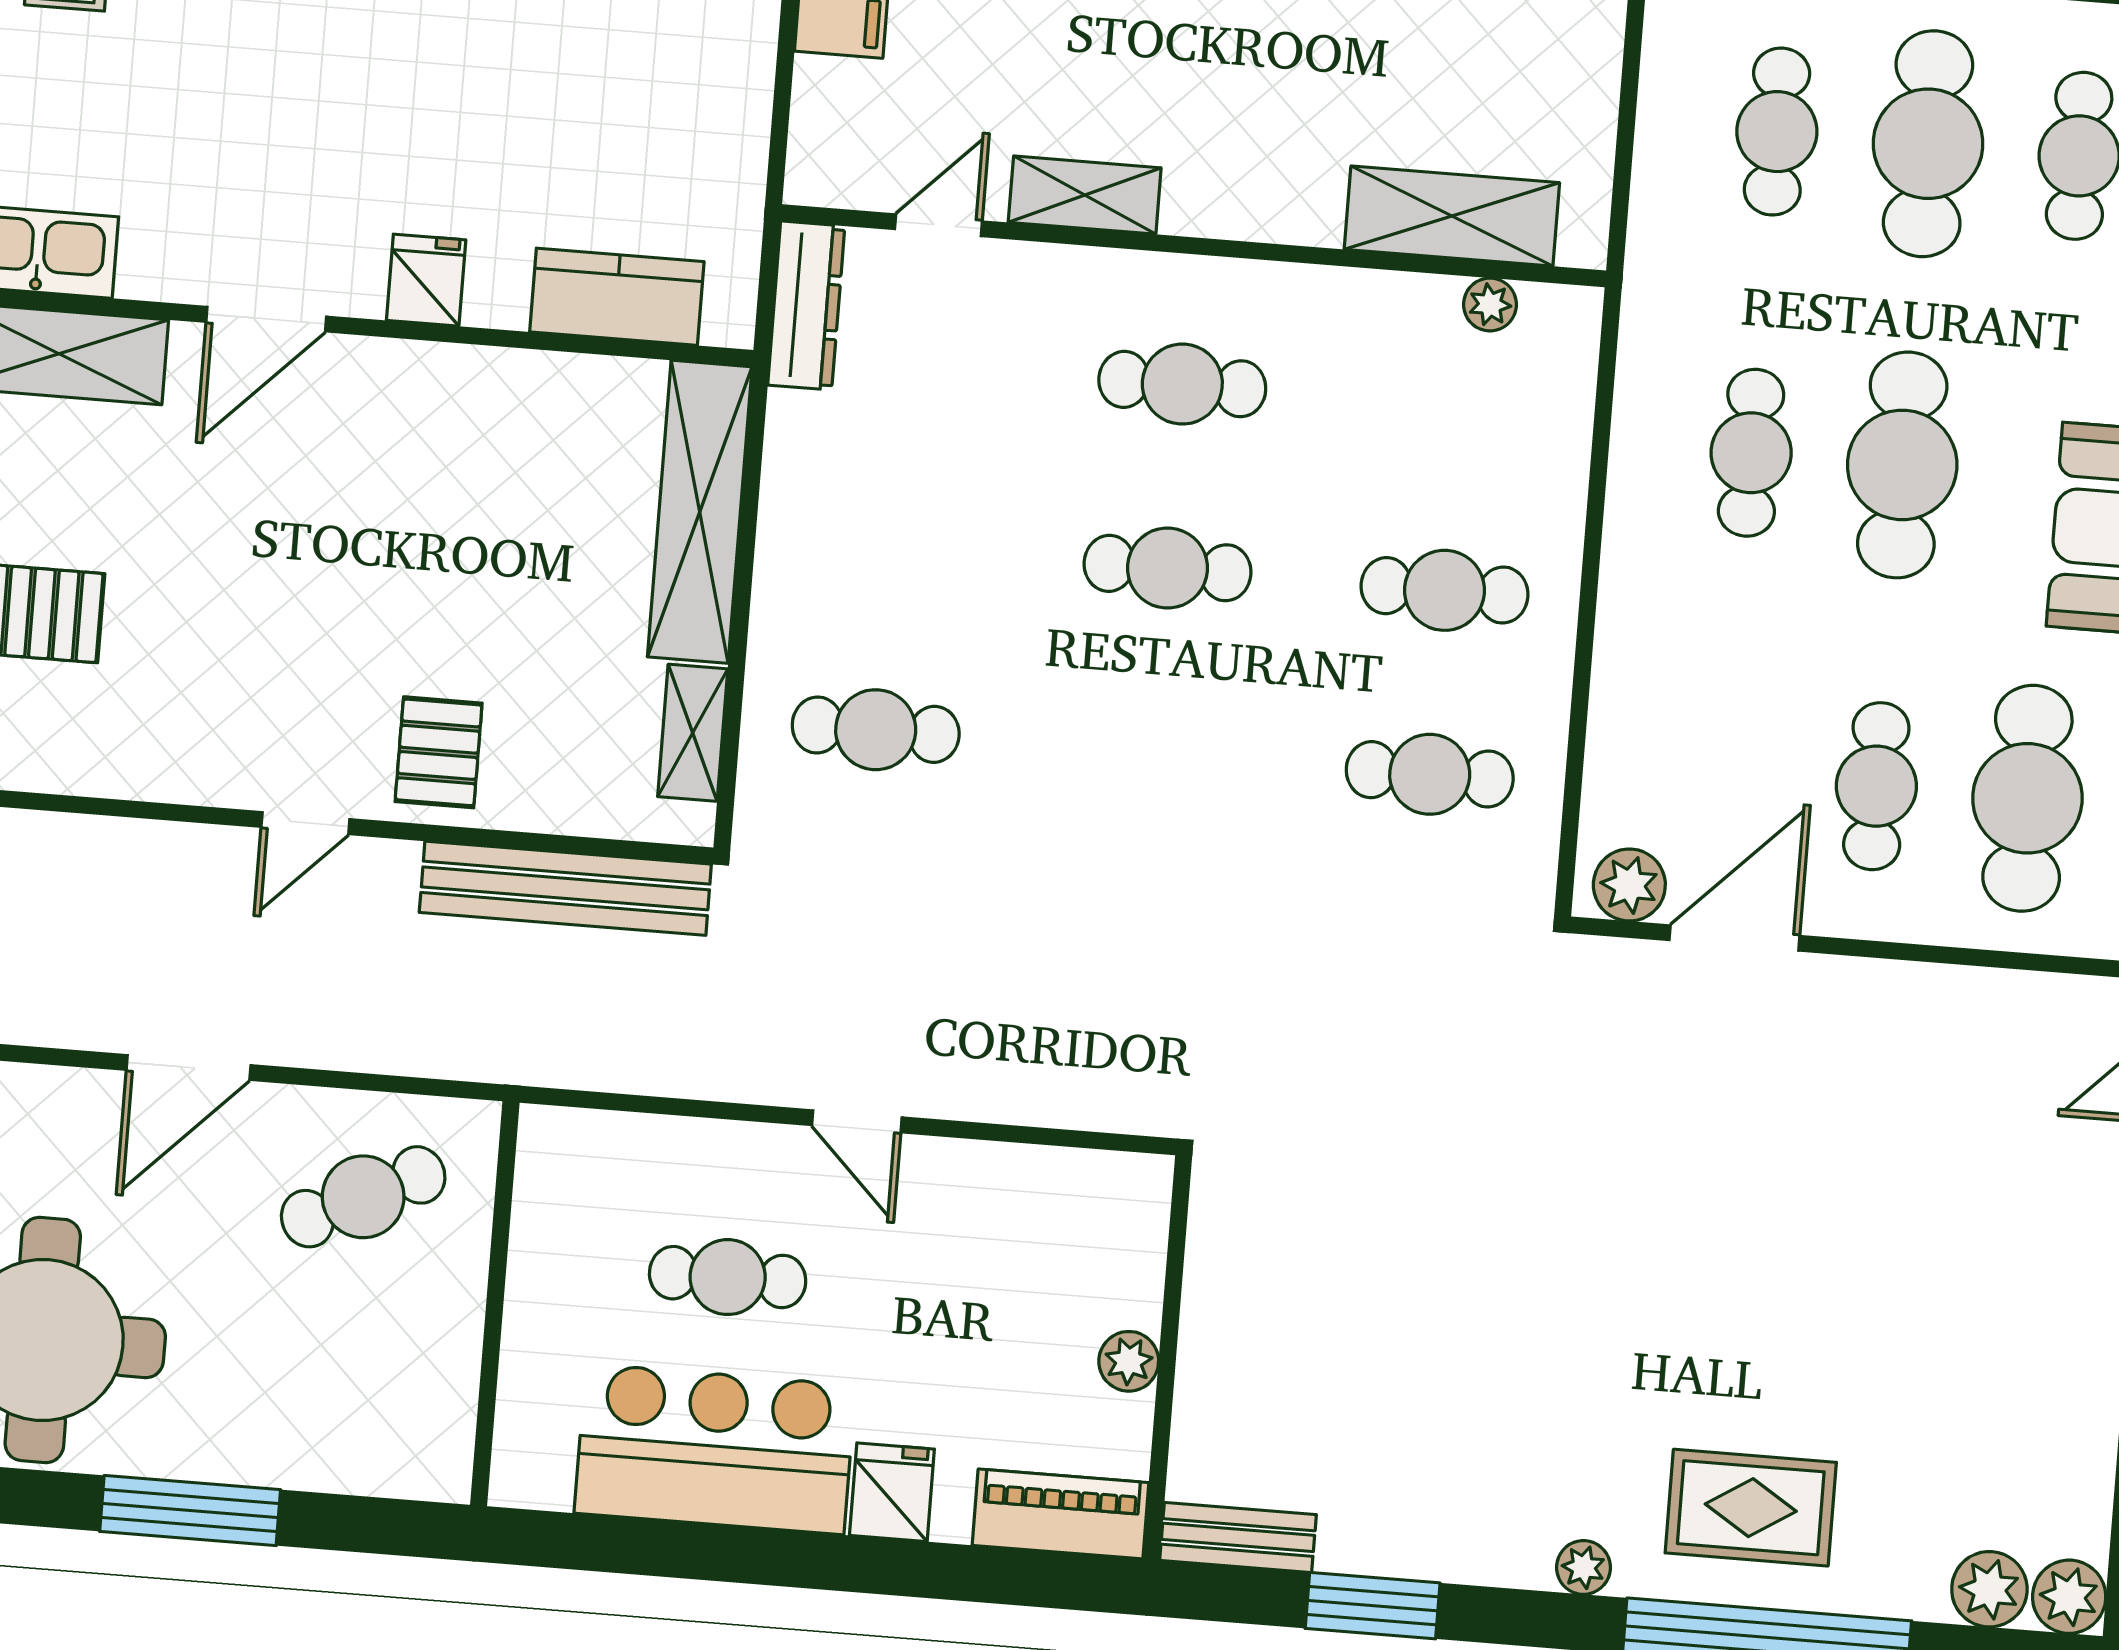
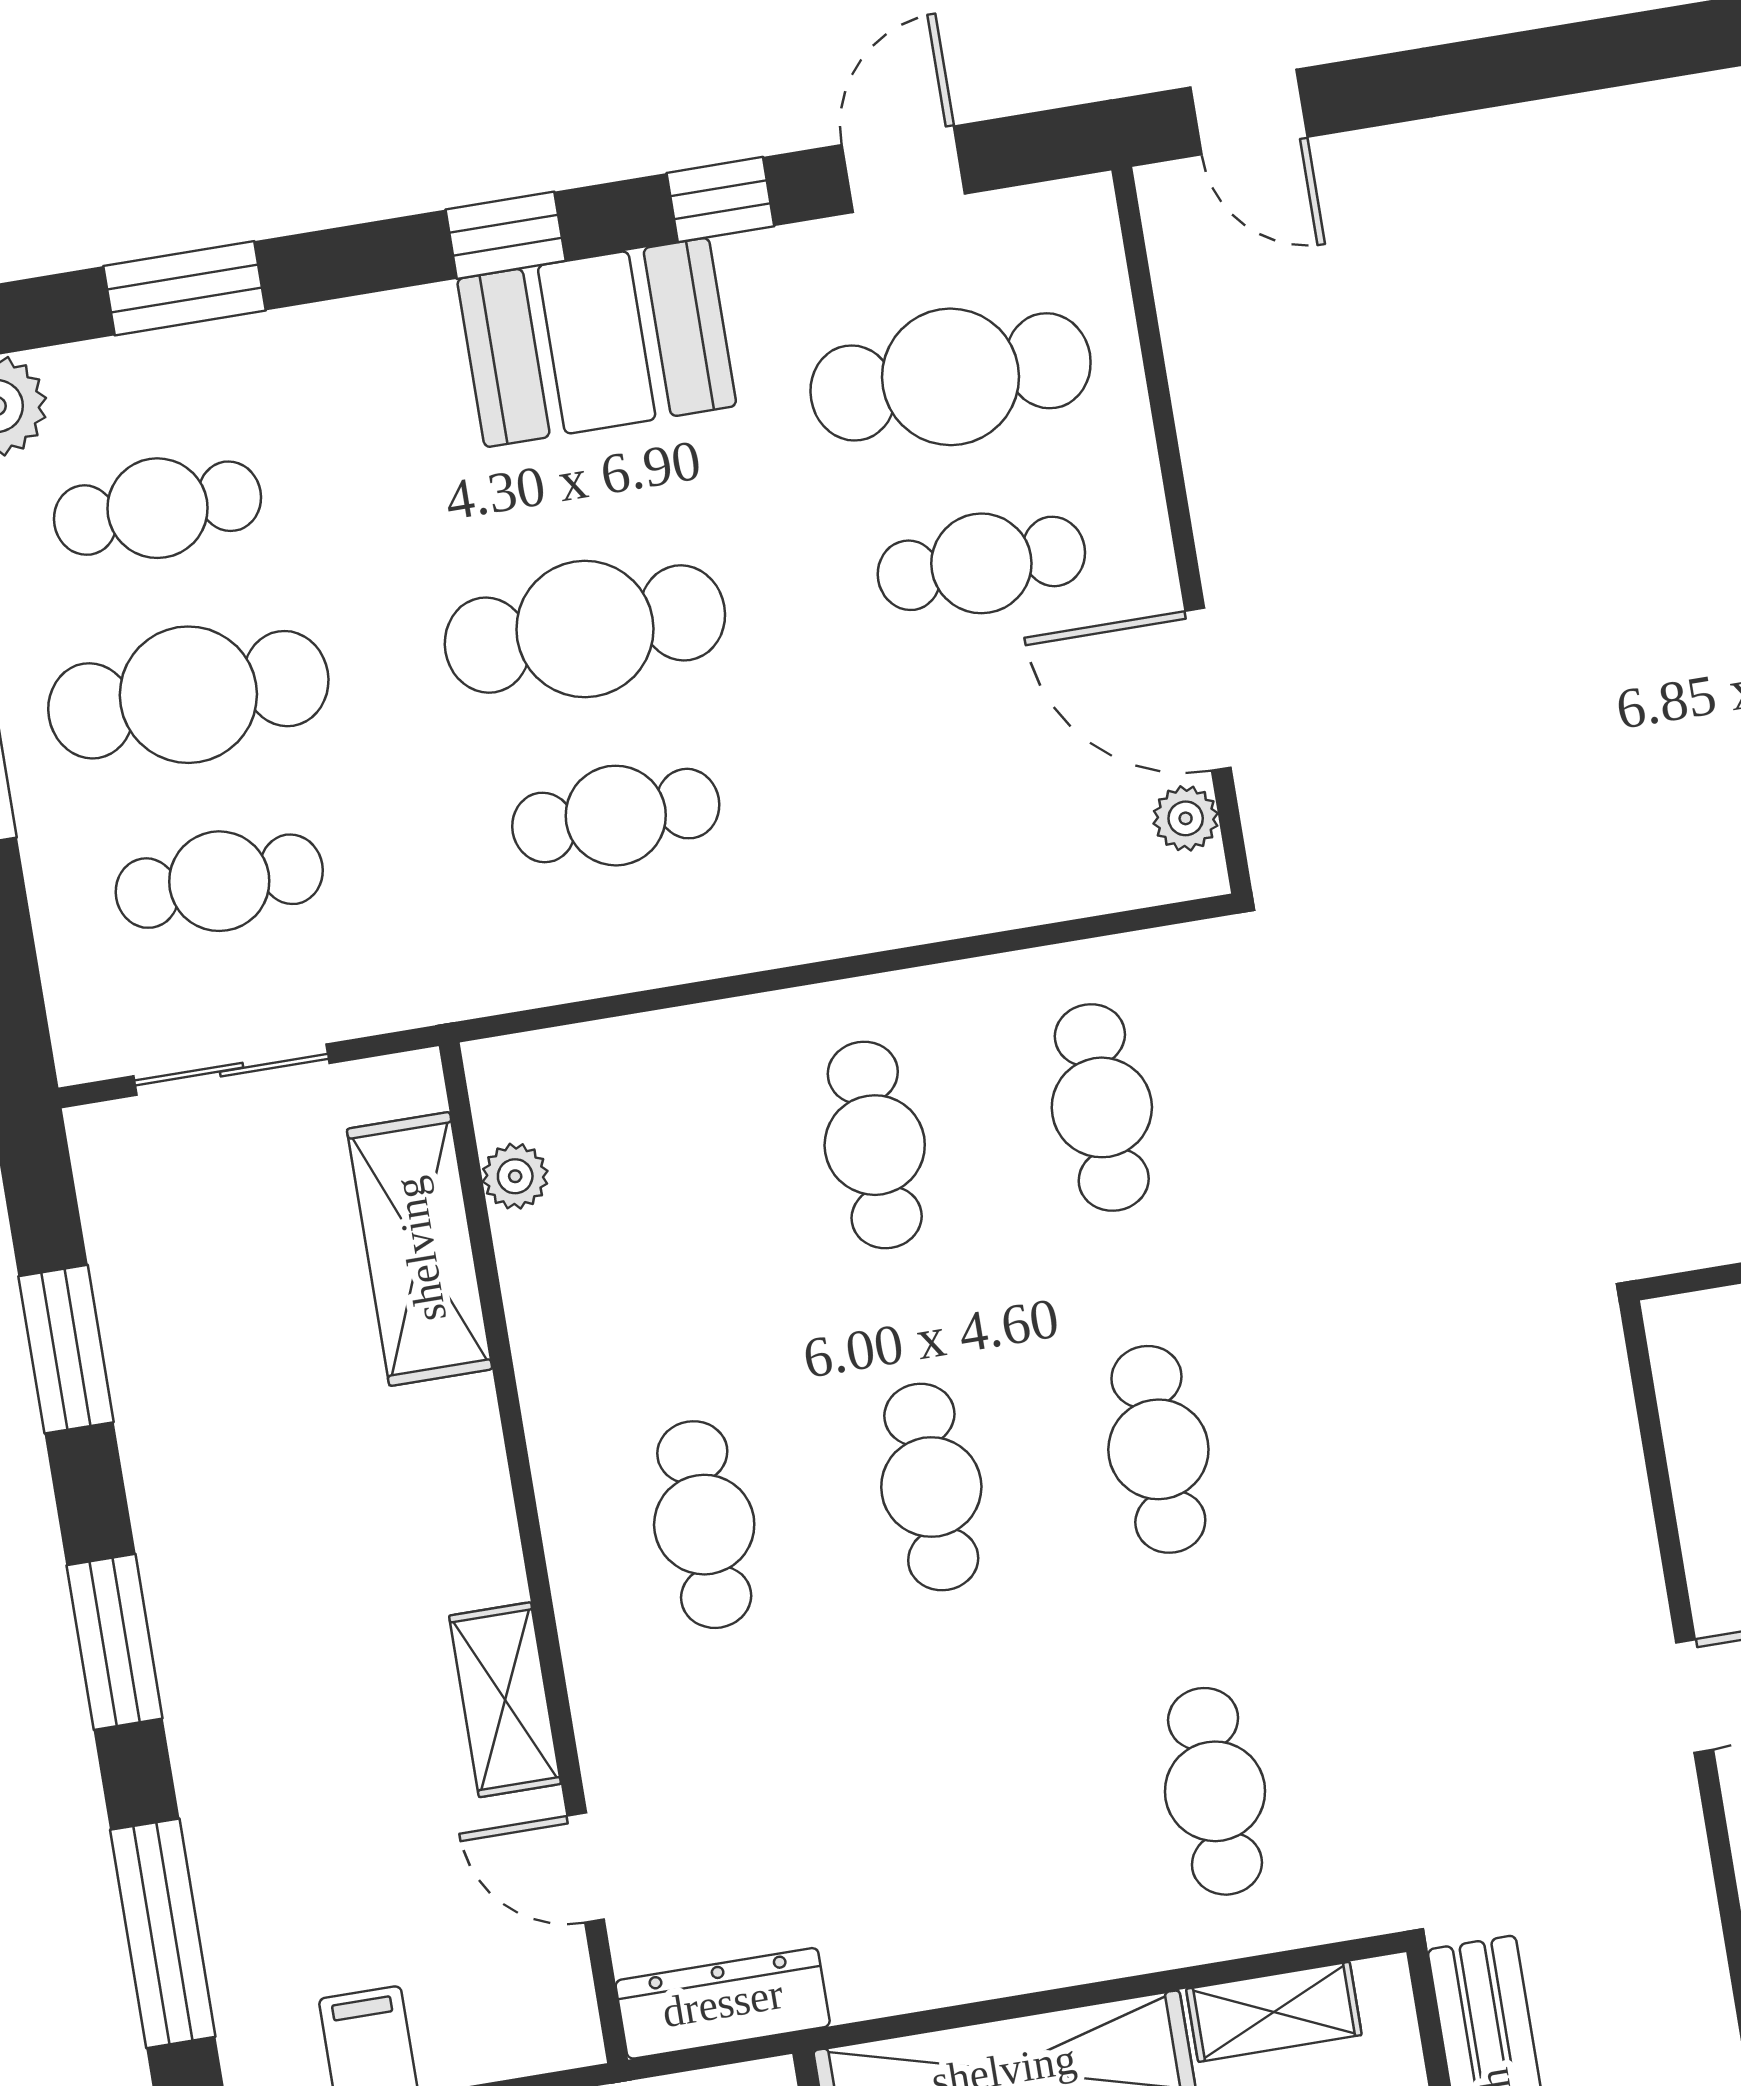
sliding door: (1628, 105) -> (232, 1070), added
cafe table: (1153, 752) -> (1158, 1449), added
plant: (1629, 885) -> (1186, 818), width x0.73, depth x0.73

